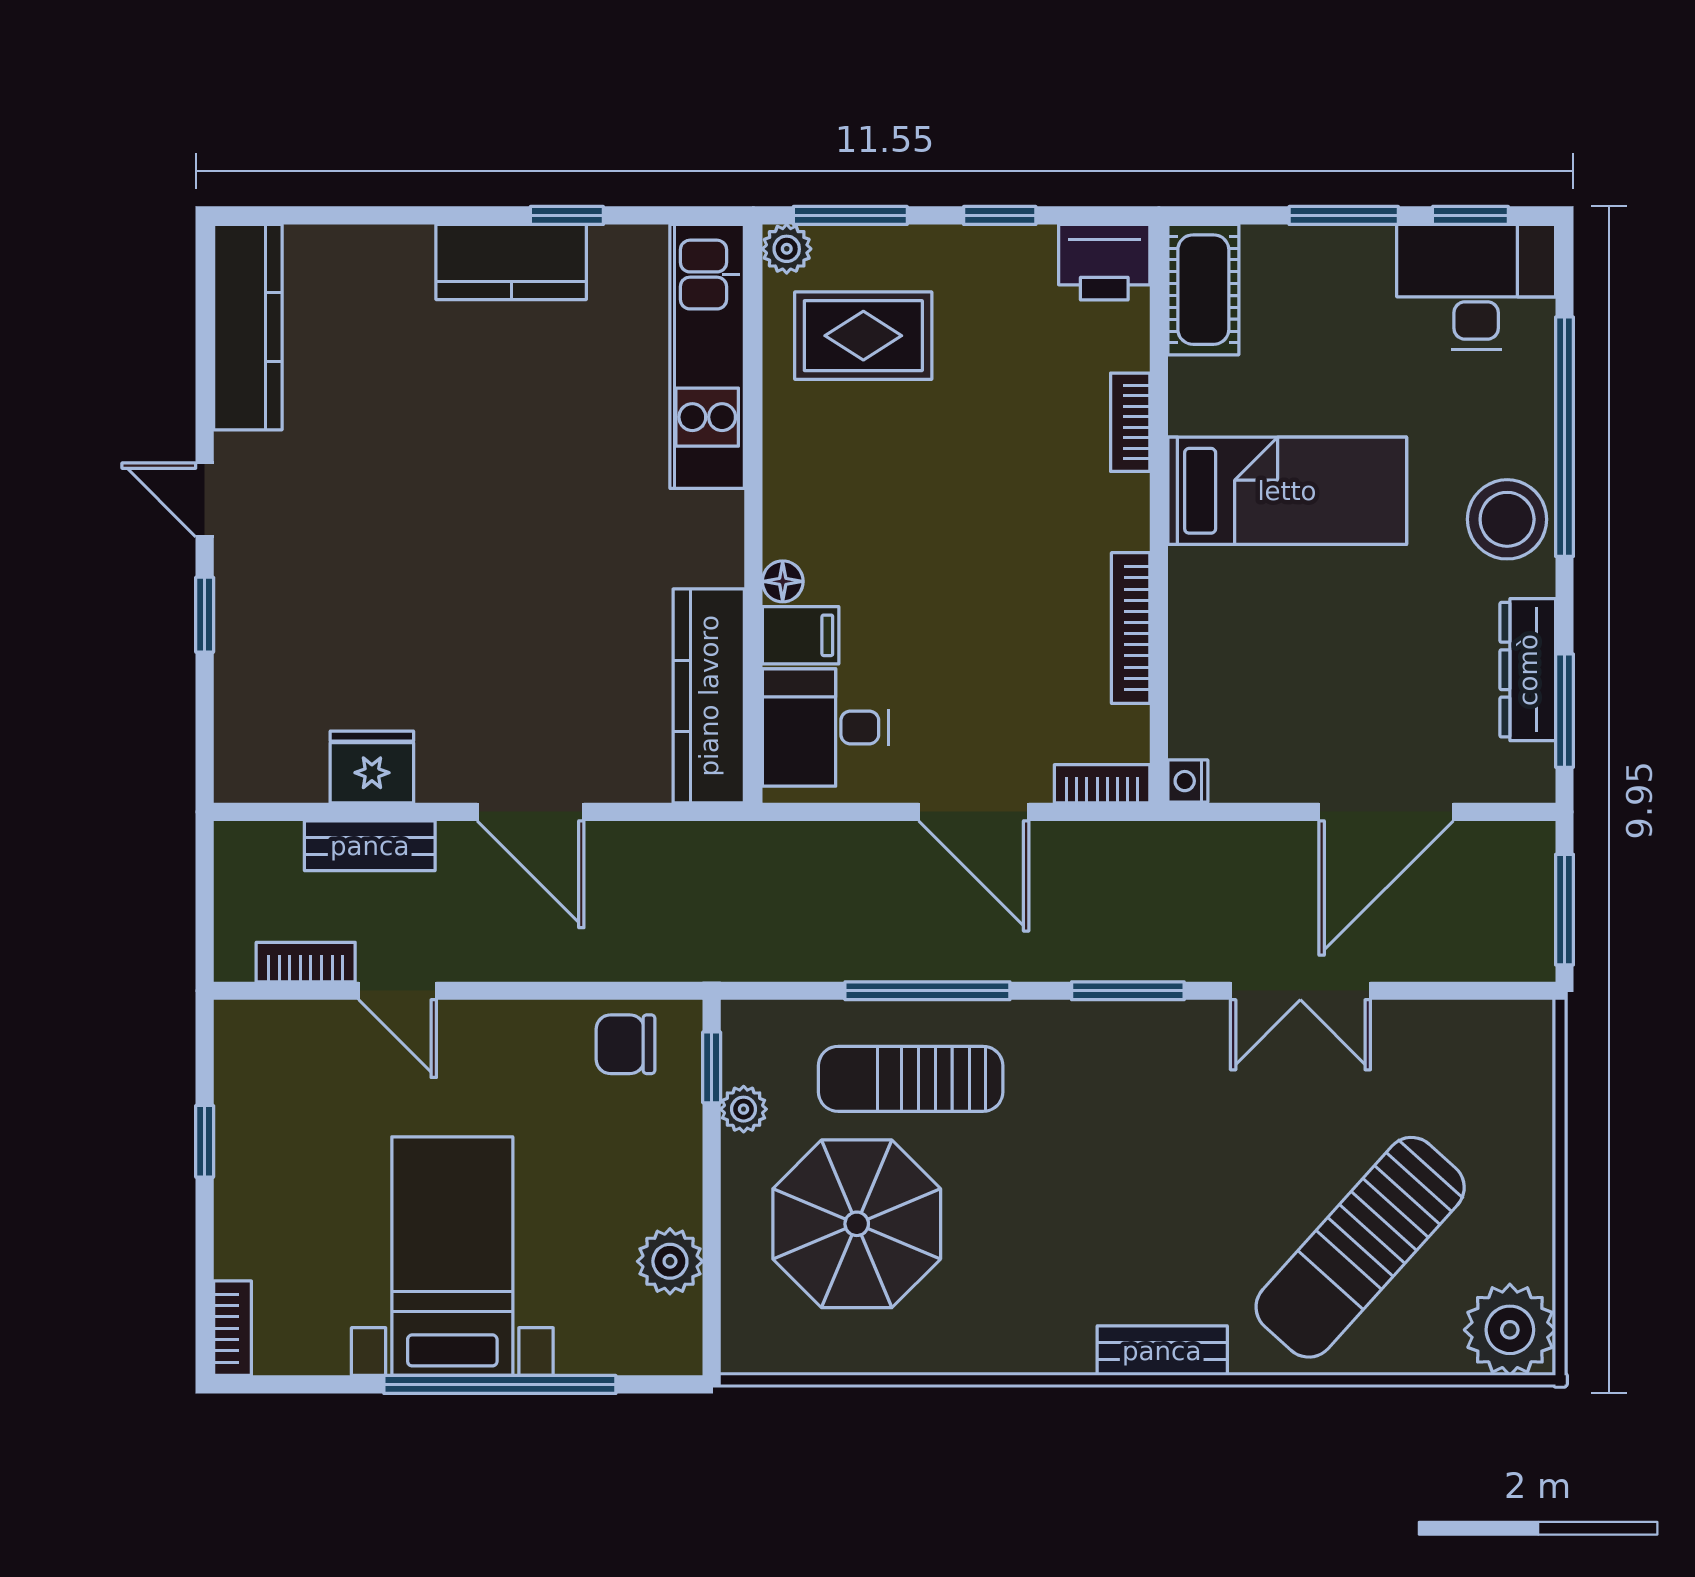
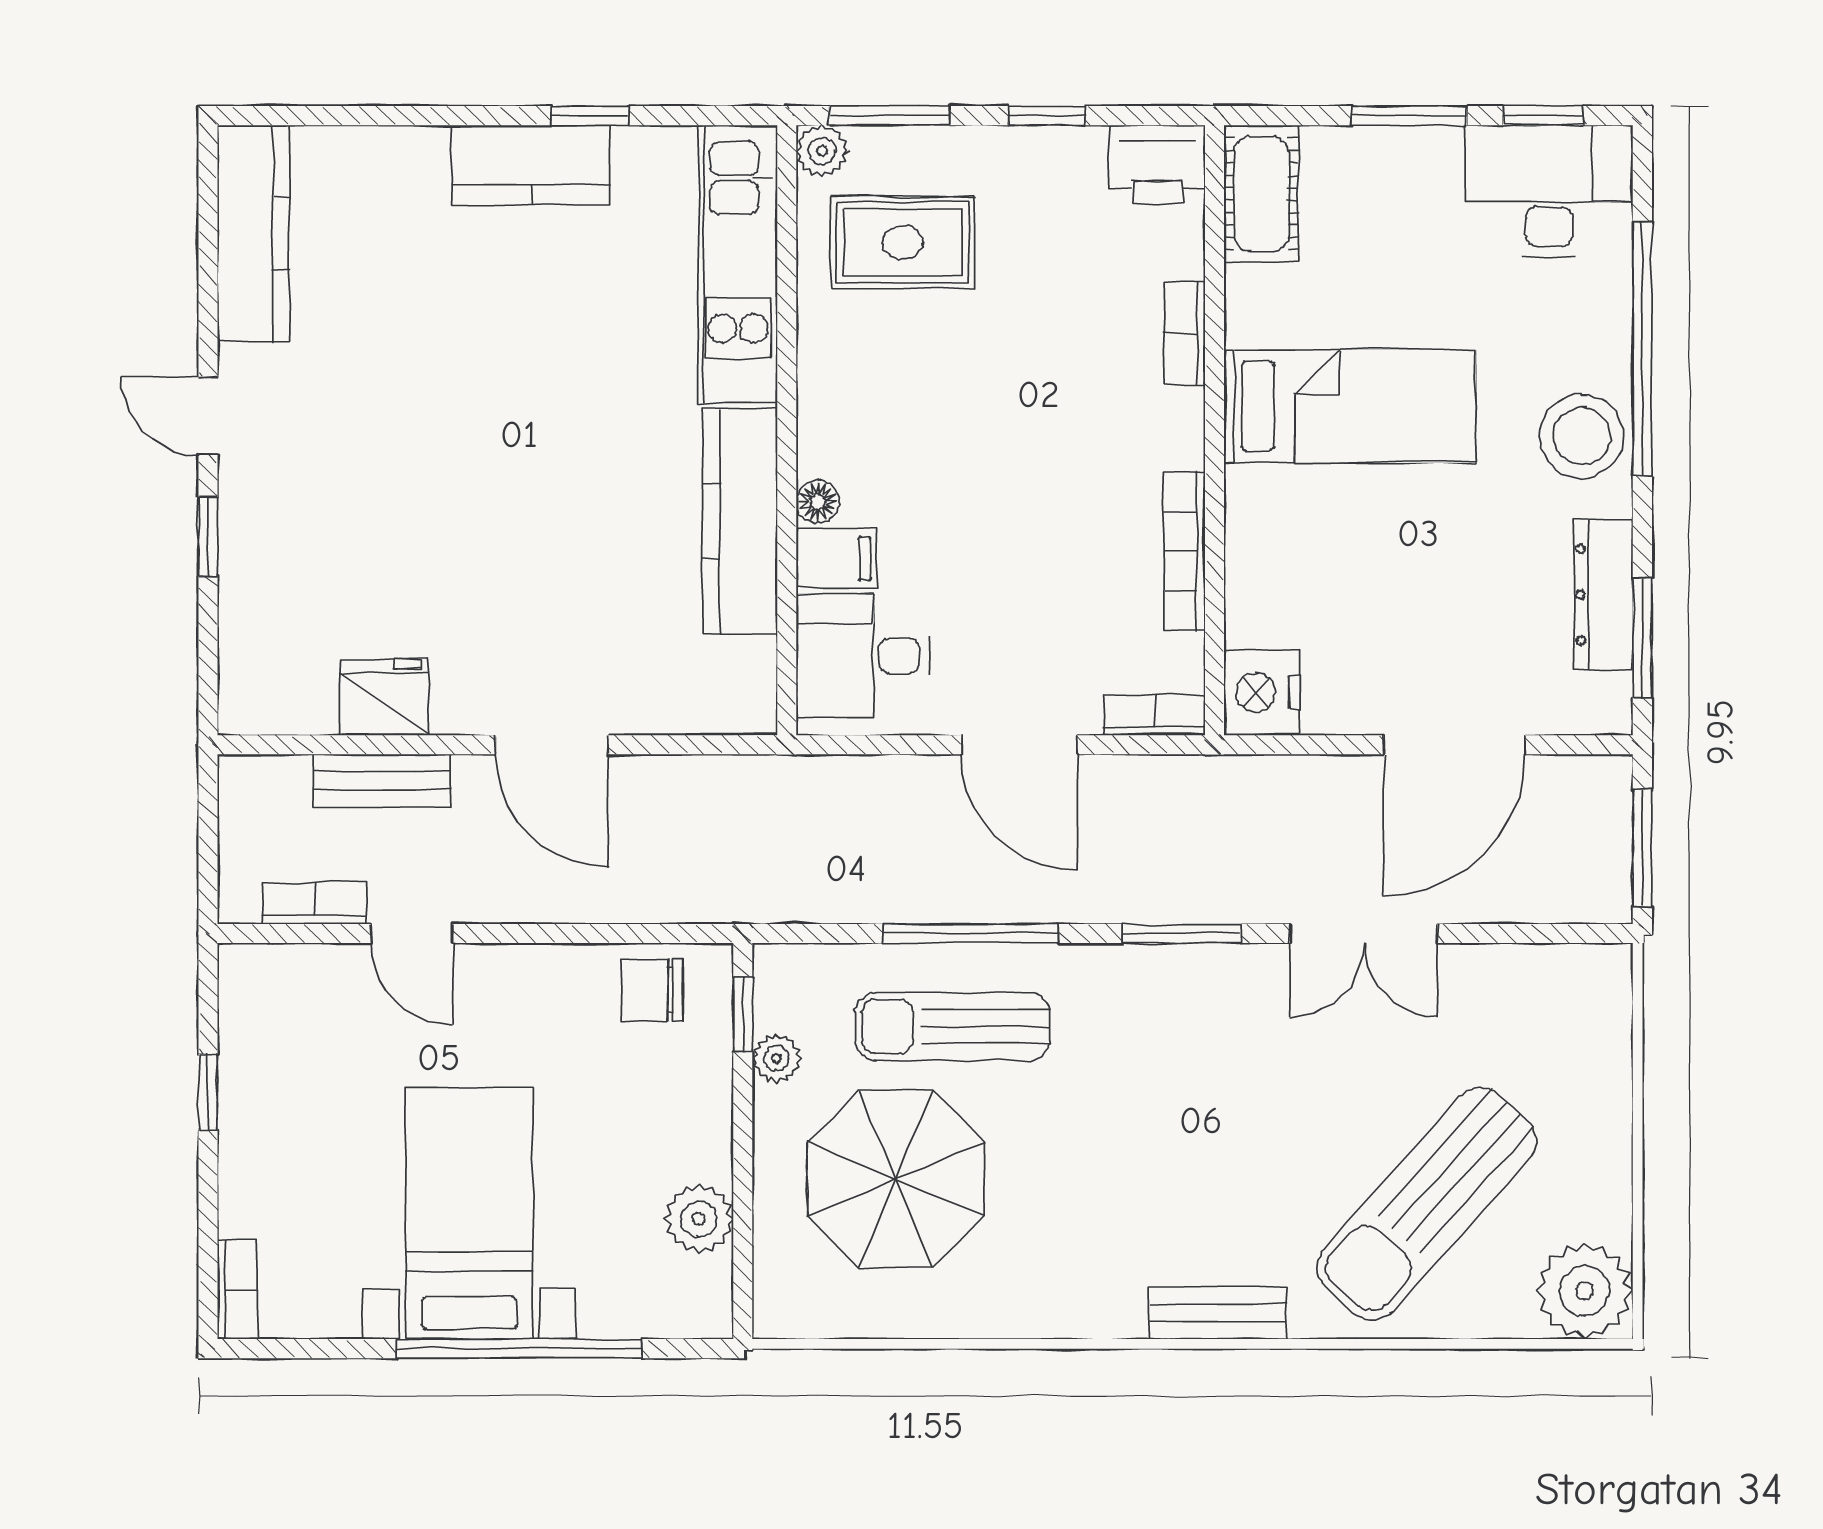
kitchen counter: (709, 696) -> (740, 521), moved
nightstand: (1188, 781) -> (1262, 692), width x1.89, depth x1.79

